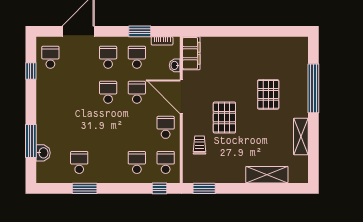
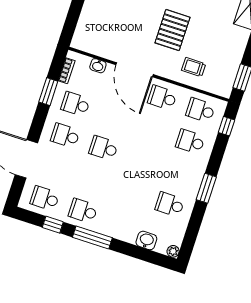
filing cabinet: (191, 53) -> (91, 43), removed
school desk: (137, 92) -> (83, 211), moved
door: (181, 97) -> (134, 70), hinge flipped
pallet: (224, 118) -> (172, 30), turned 90
window: (31, 141) -> (92, 238), moved
plant: (41, 178) -> (173, 251), added
window: (85, 188) -> (206, 188), moved

